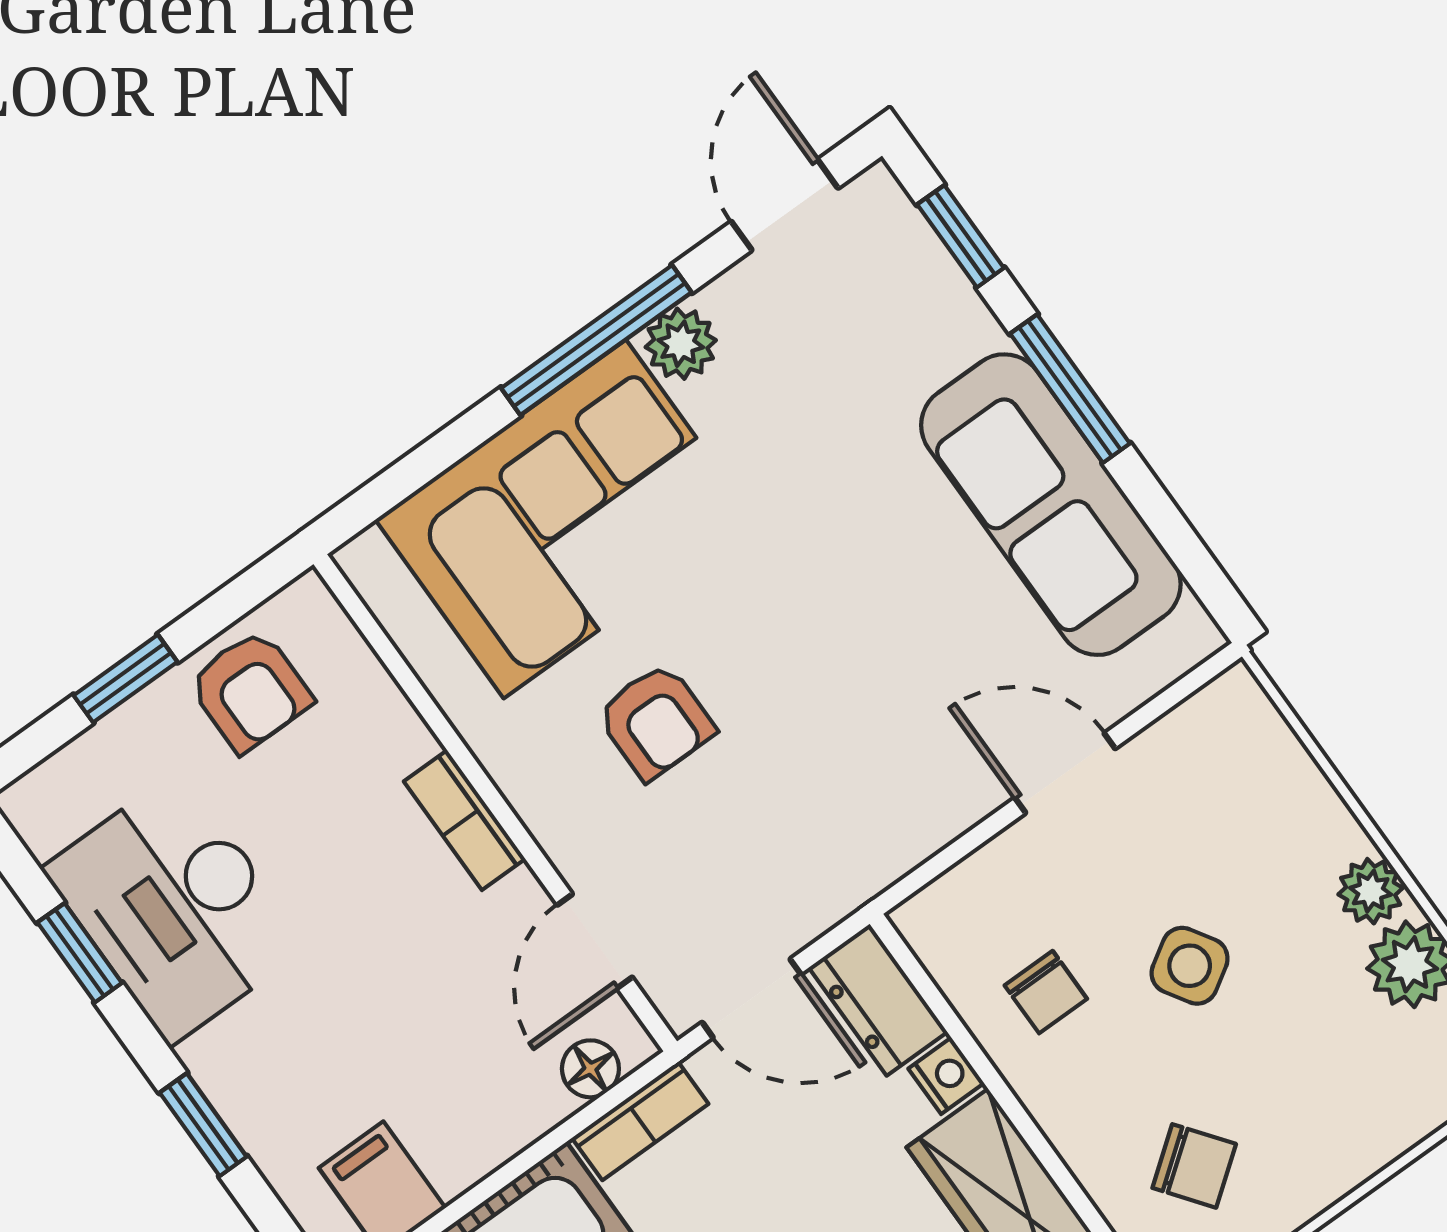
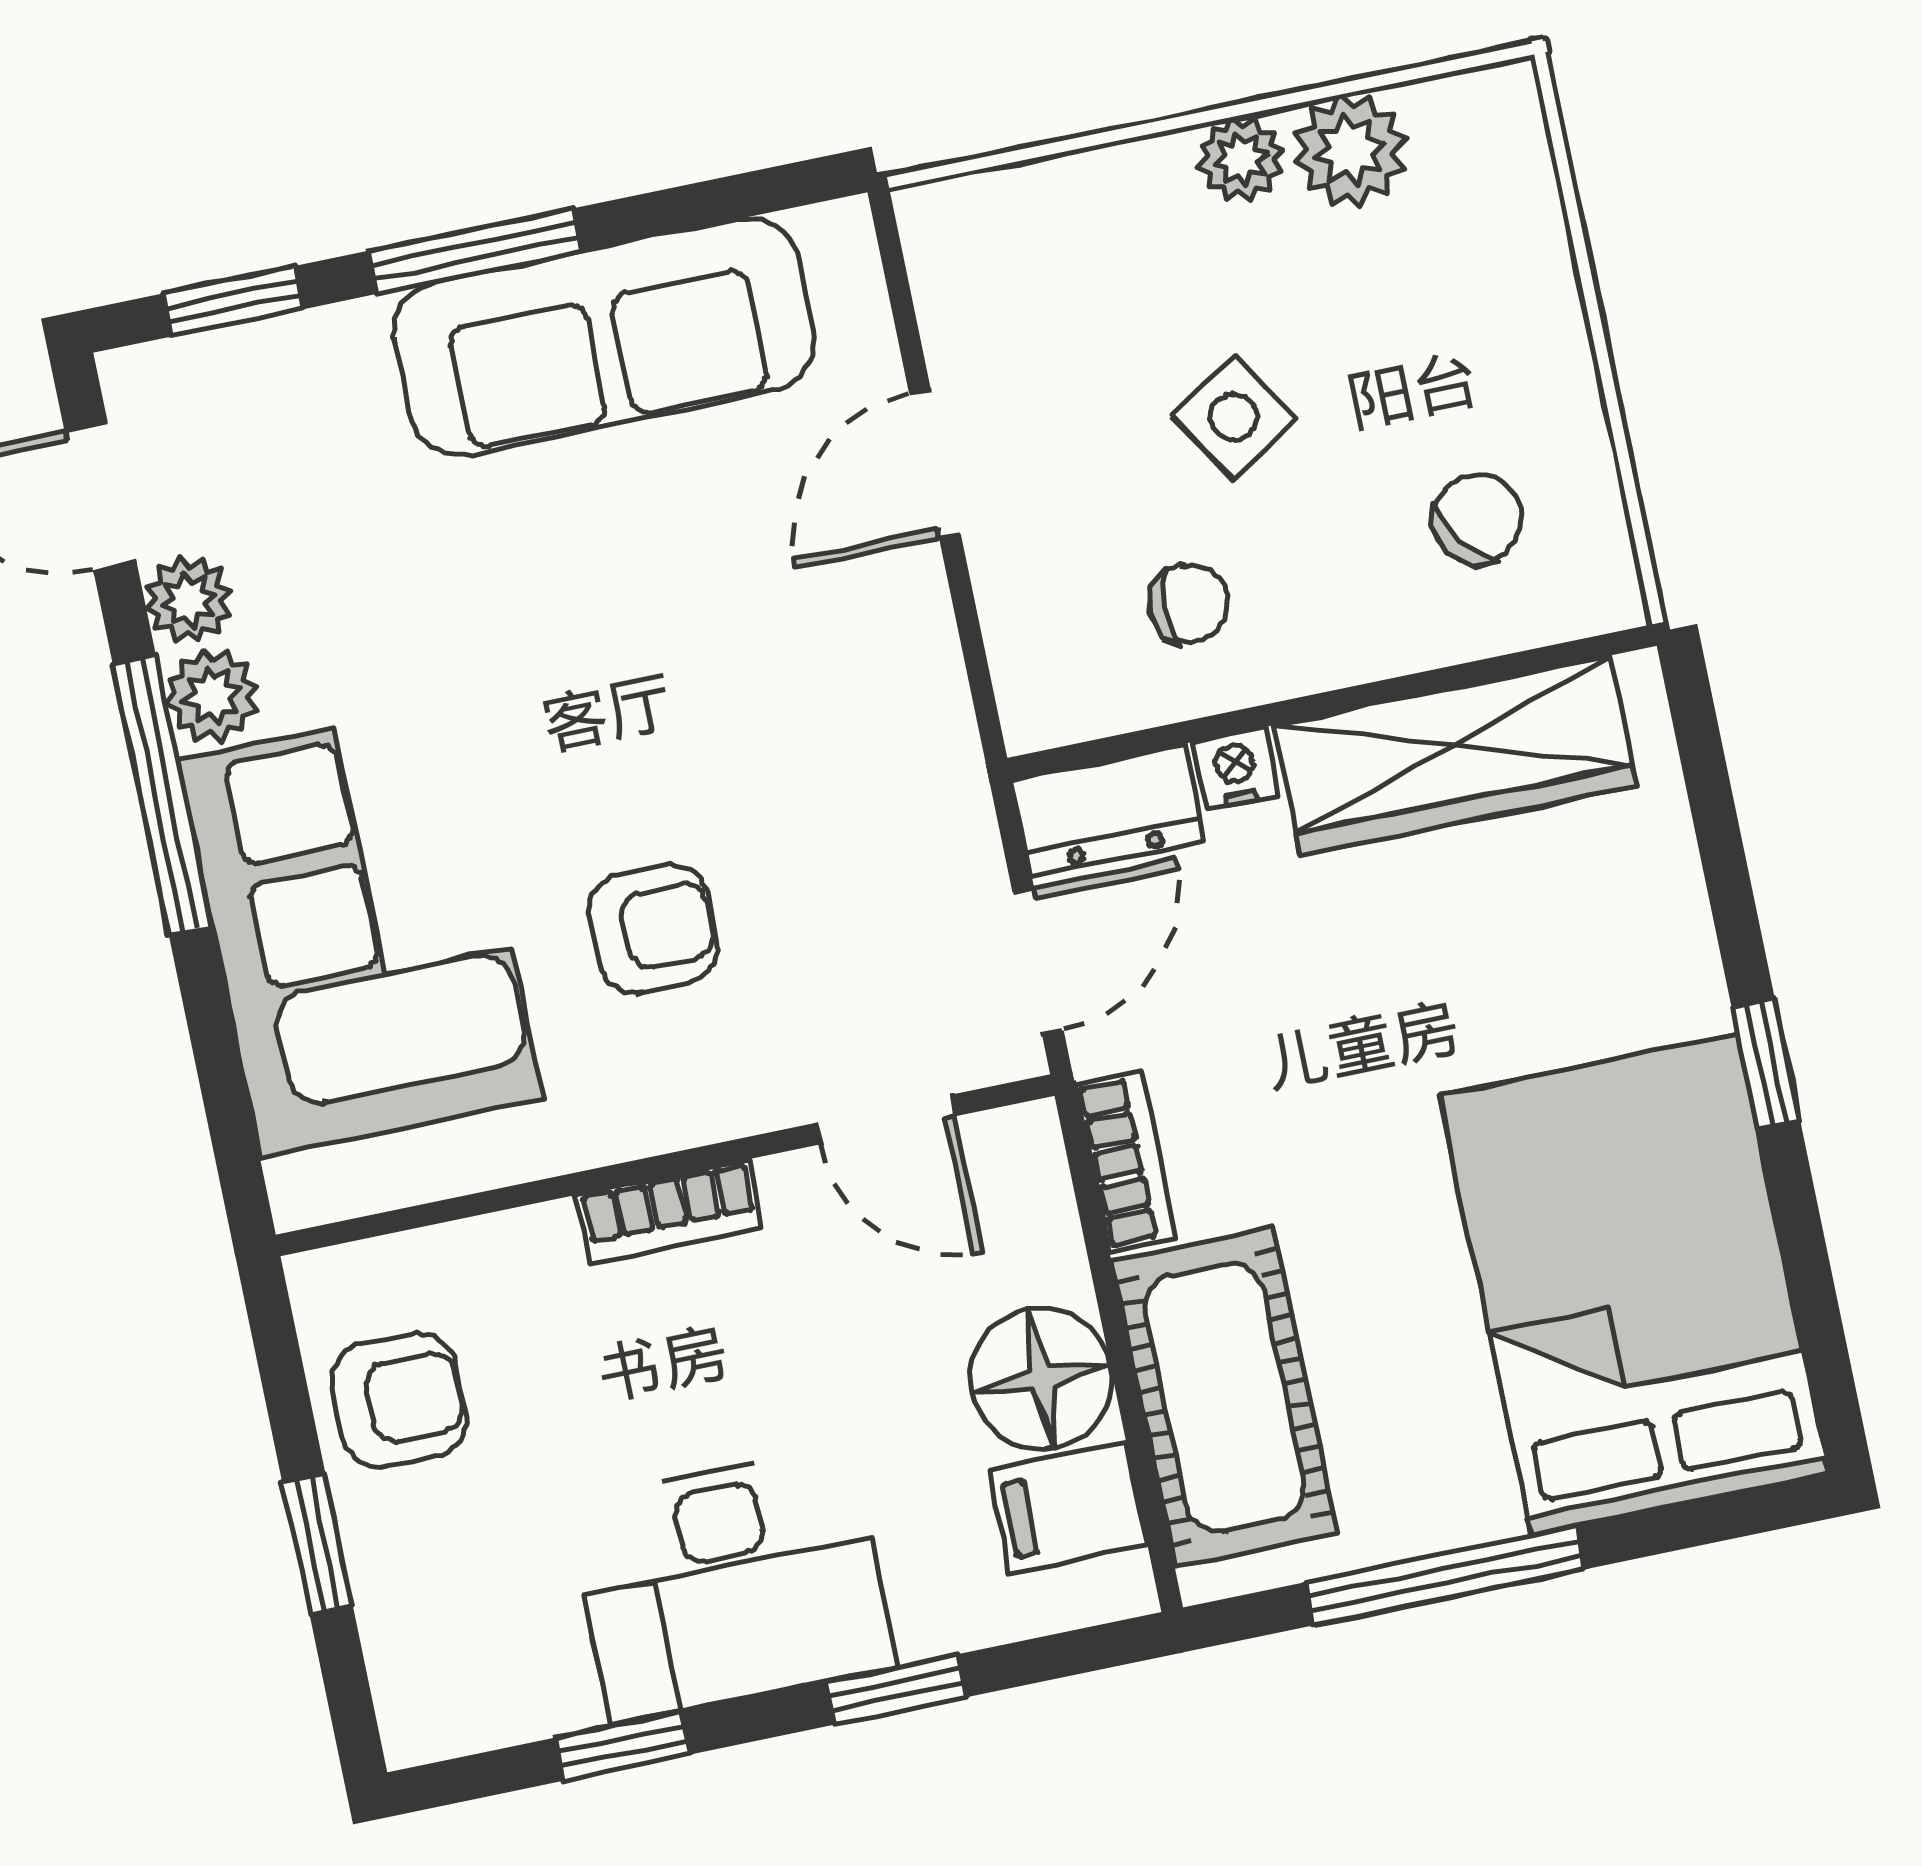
plant: (740, 298) -> (188, 600), added
desk: (175, 908) -> (732, 1584), moved
floor lamp: (590, 1069) -> (1041, 1379), moved, width x1.89, depth x1.89

